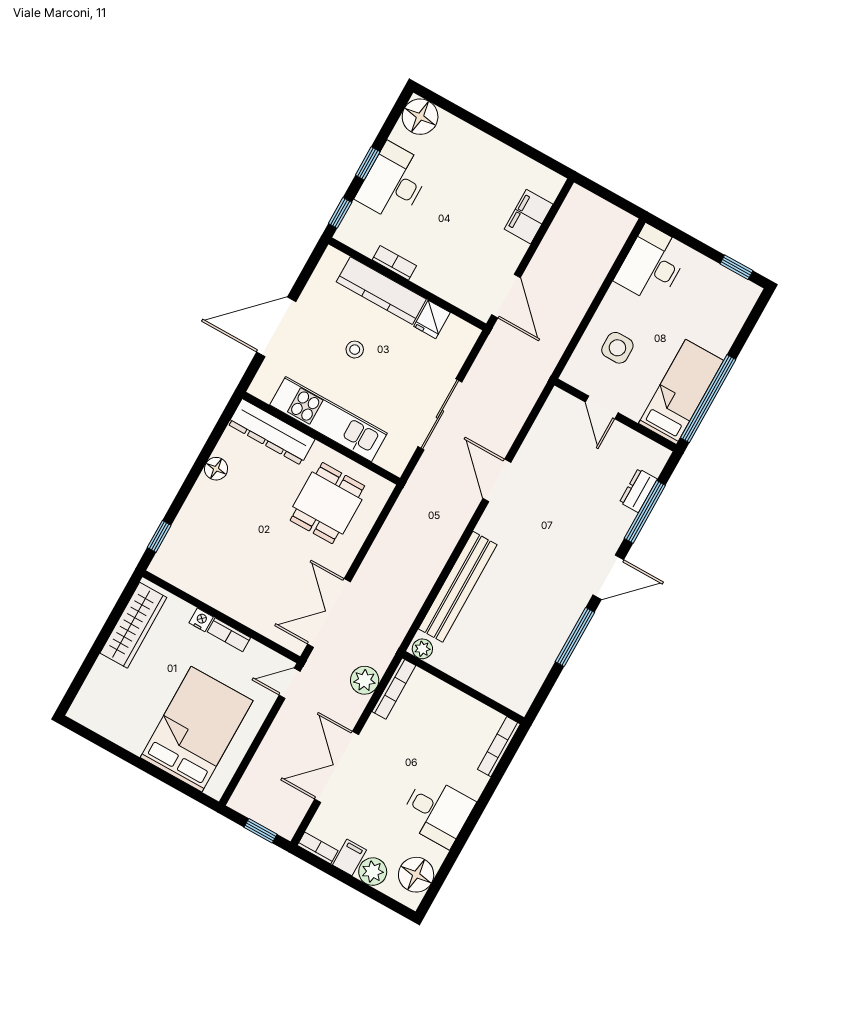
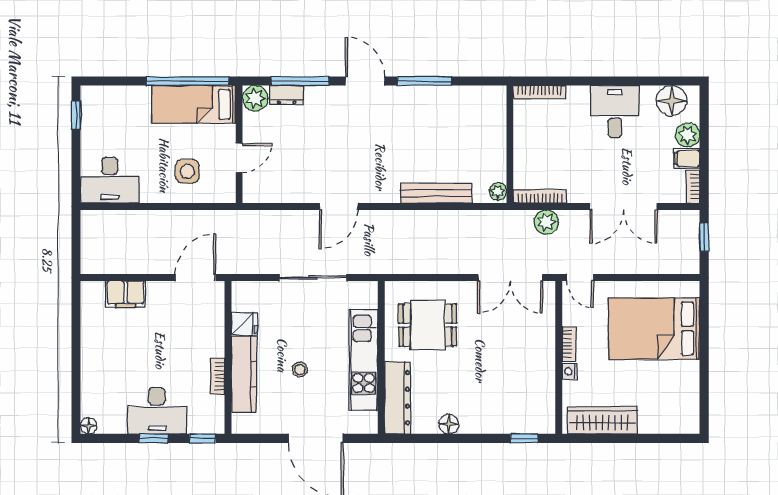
floor lamp: (420, 117) -> (89, 426), width x0.53, depth x0.53
plant: (653, 457) -> (255, 98), added
bench: (458, 587) -> (436, 193), width x0.73, depth x0.82

